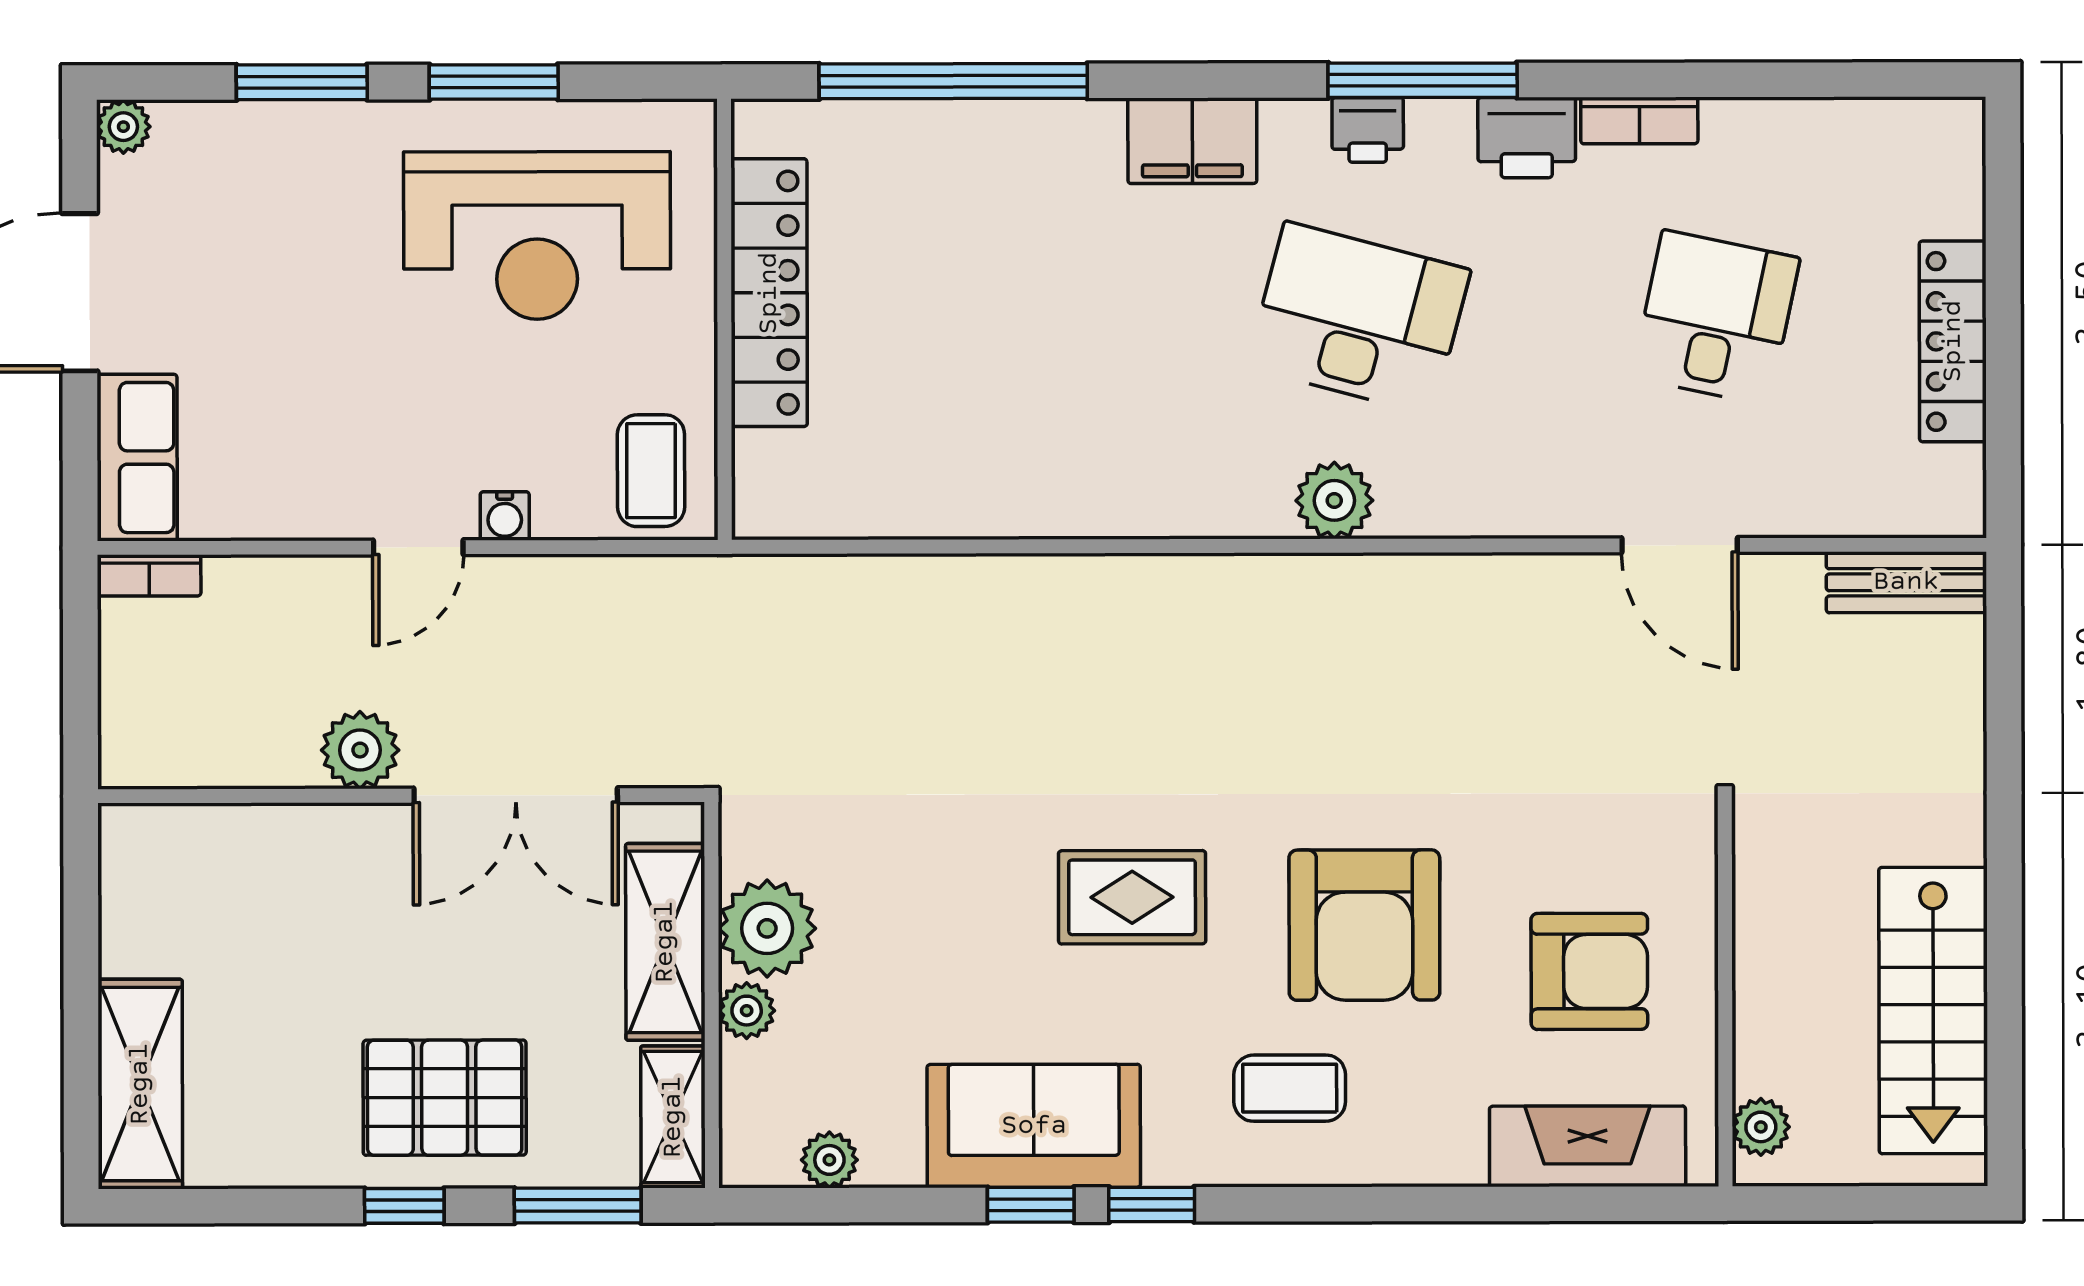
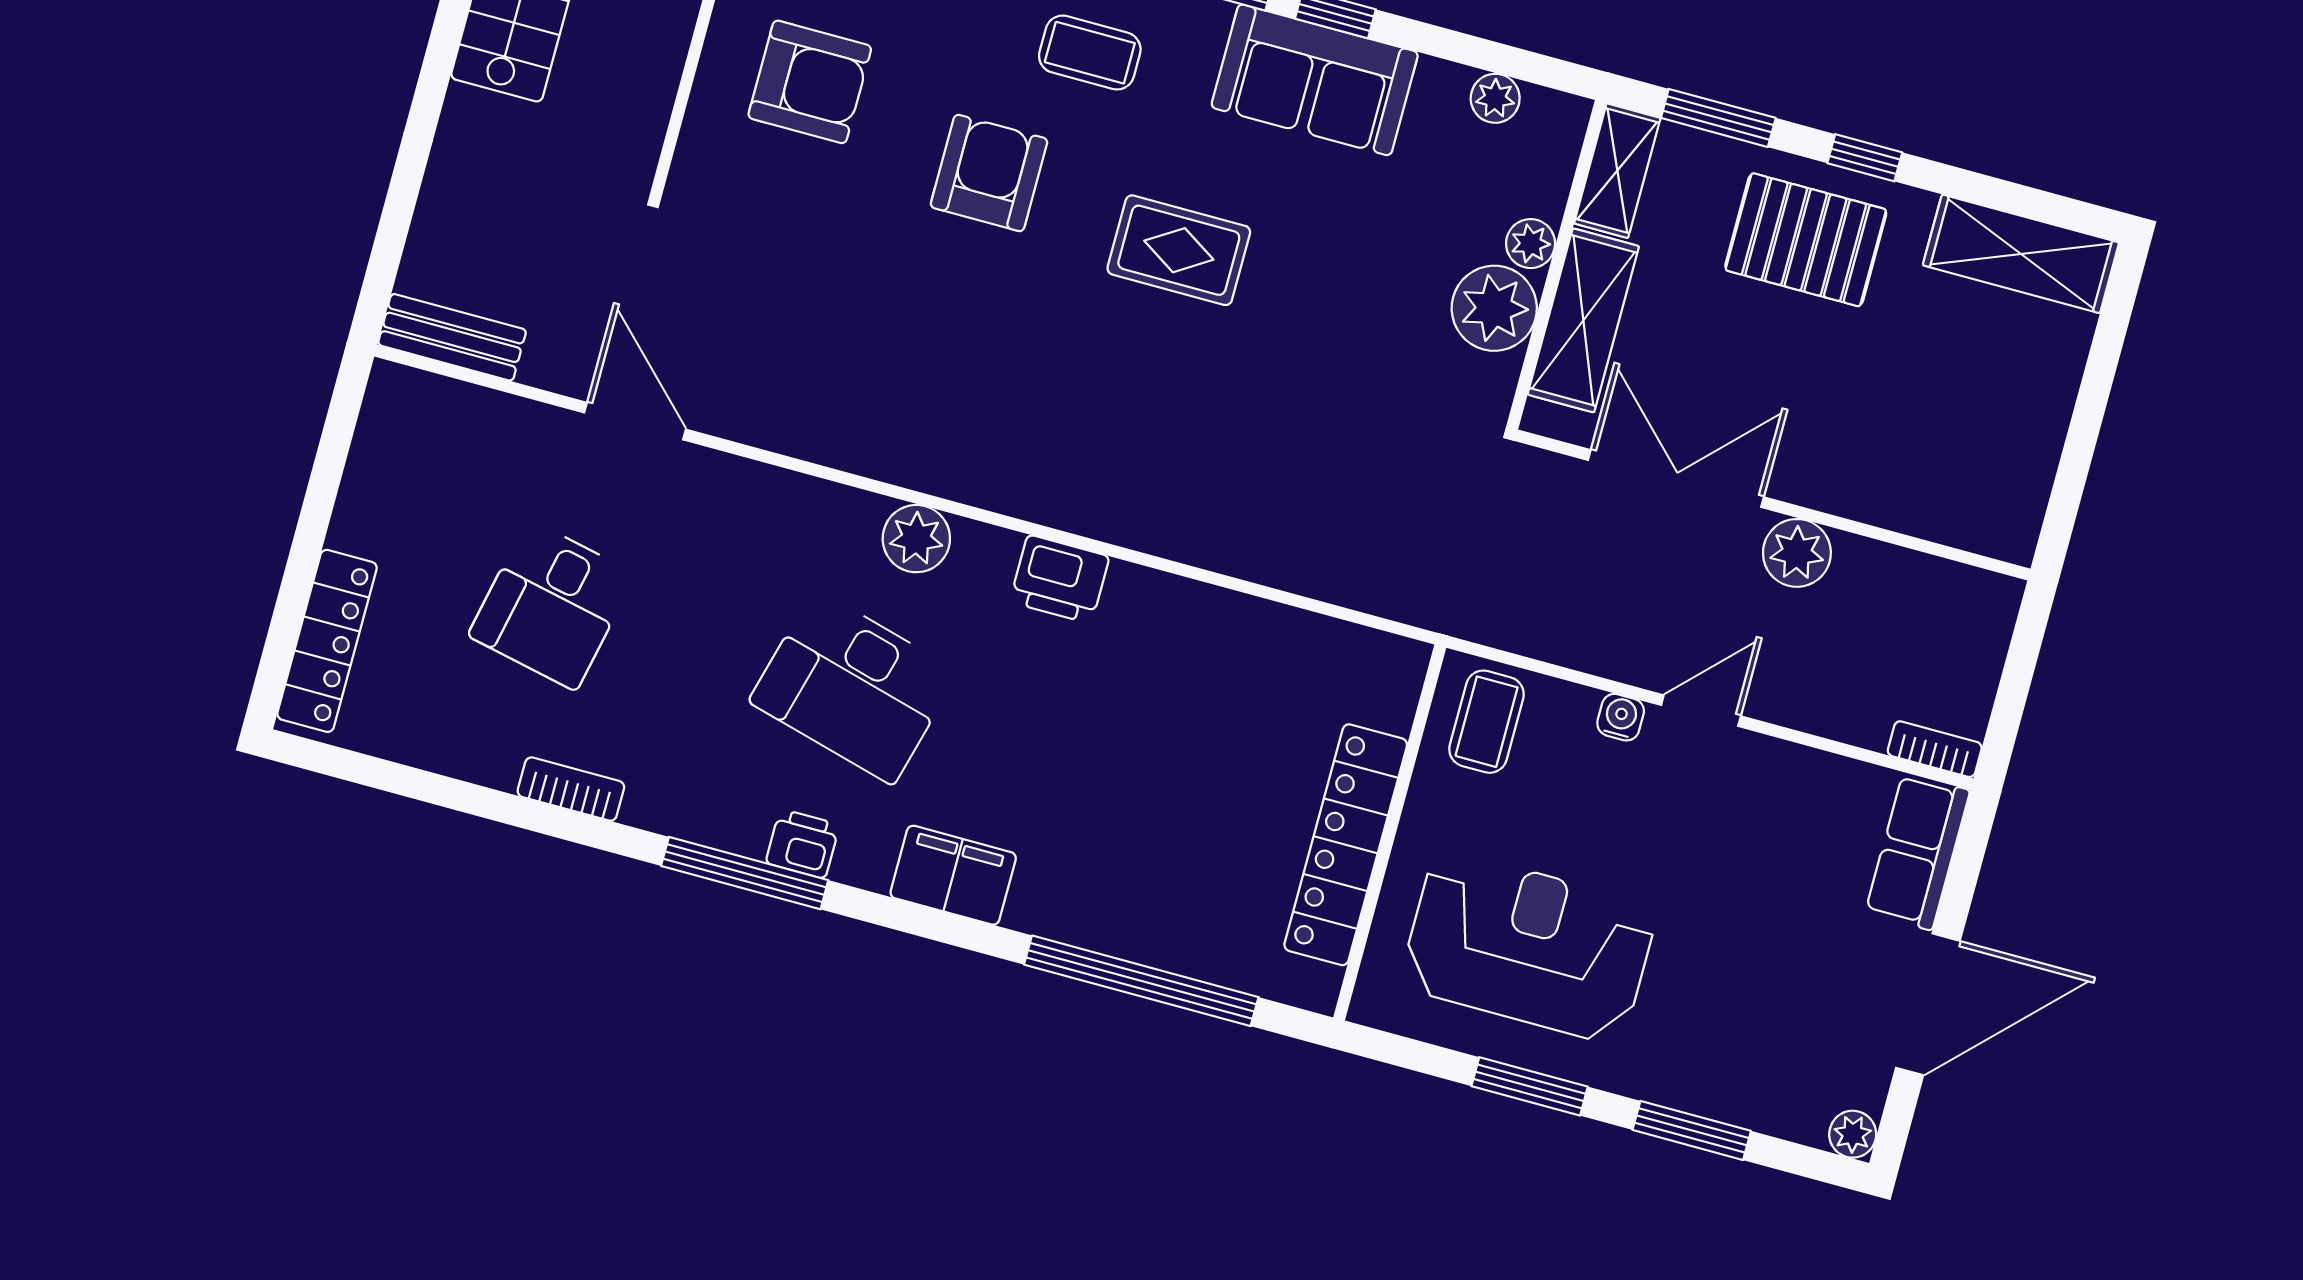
printer: (1527, 138) -> (1060, 579), moved, turned 180
locker: (1953, 341) -> (327, 641), moved
armchair: (1364, 925) -> (989, 173), width x0.73, depth x0.73
armchair: (1589, 971) -> (810, 82), turned 180
shelving: (140, 1084) -> (2021, 254), moved, turned 90

